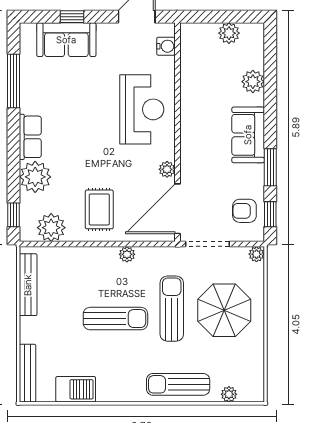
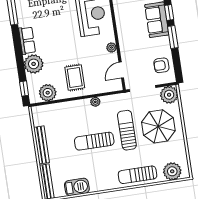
door: (177, 209) -> (121, 70), width x0.53
window: (270, 214) -> (169, 13), moved
plant: (256, 254) -> (169, 95), width x1.87, depth x1.87
bench: (28, 285) -> (42, 145), moved
sun lounger: (115, 319) -> (94, 141), turned 180
plant: (229, 394) -> (172, 171), width x1.88, depth x1.88

